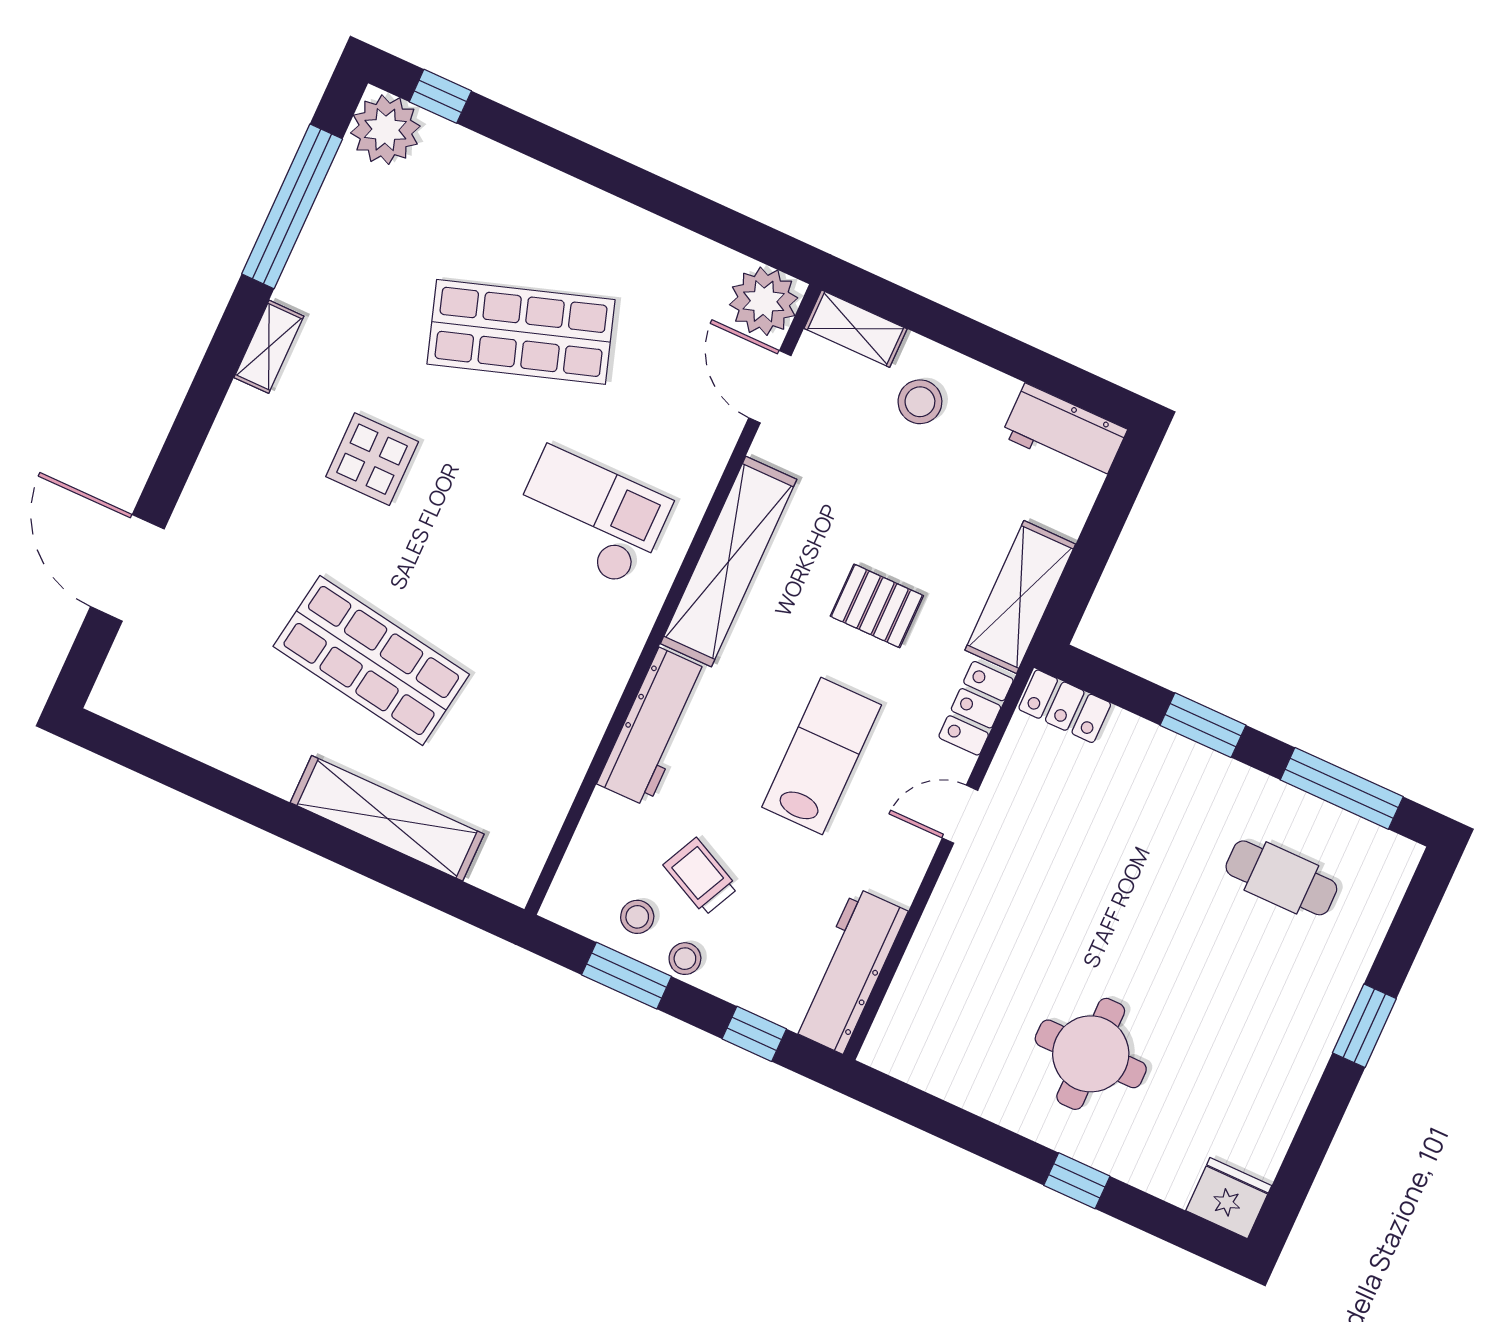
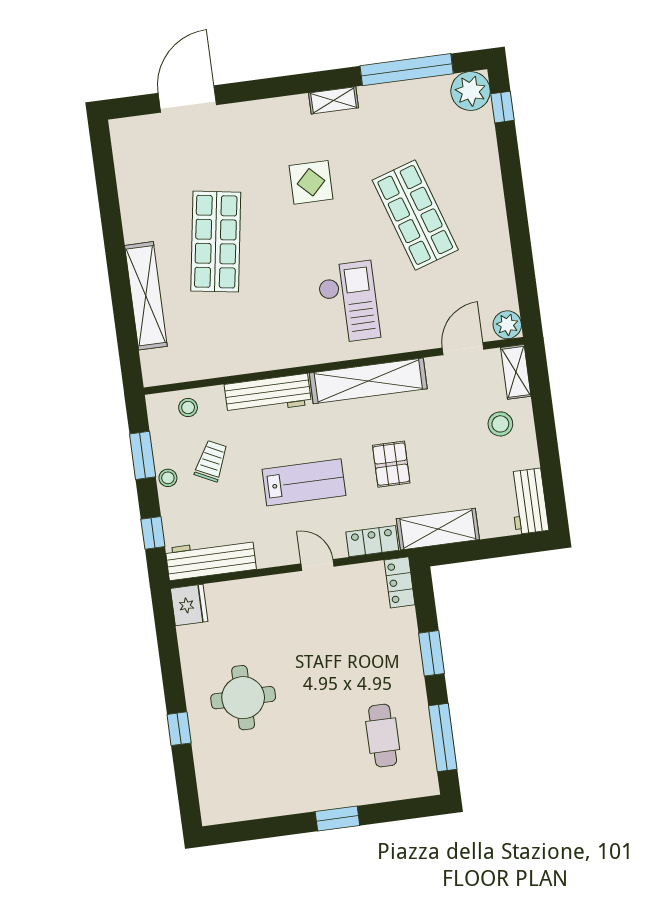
plant: (764, 301) -> (507, 325), width x0.73, depth x0.73
stool: (637, 917) -> (188, 408), moved
fridge: (1229, 1198) -> (189, 605), moved

